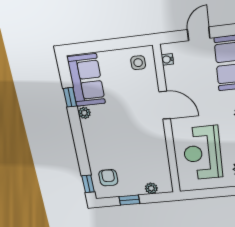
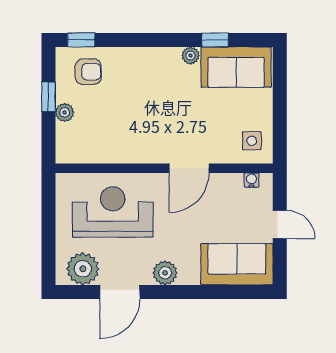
plant: (151, 188) -> (65, 112), moved

